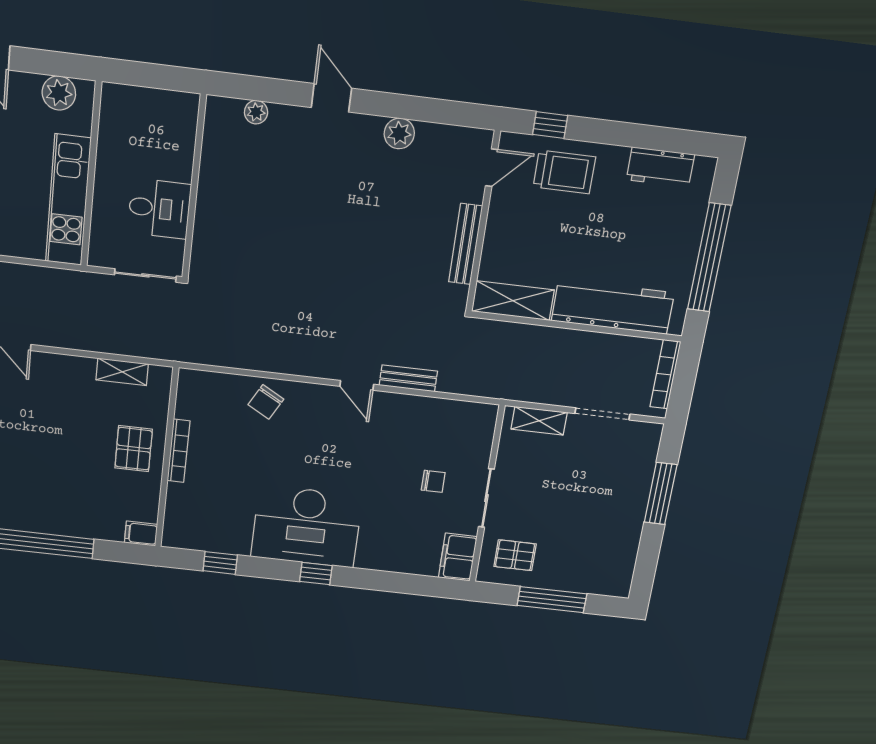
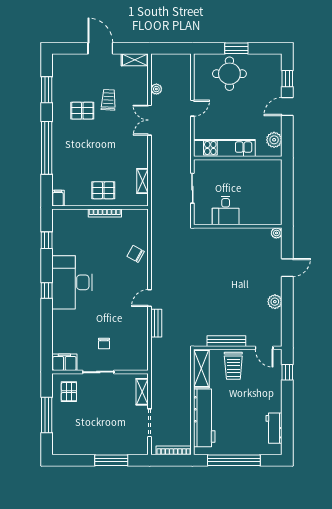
trolley: (564, 172) -> (233, 366), moved
wall: (194, 187) -> (238, 226), moved
desk: (159, 209) -> (226, 210), moved

